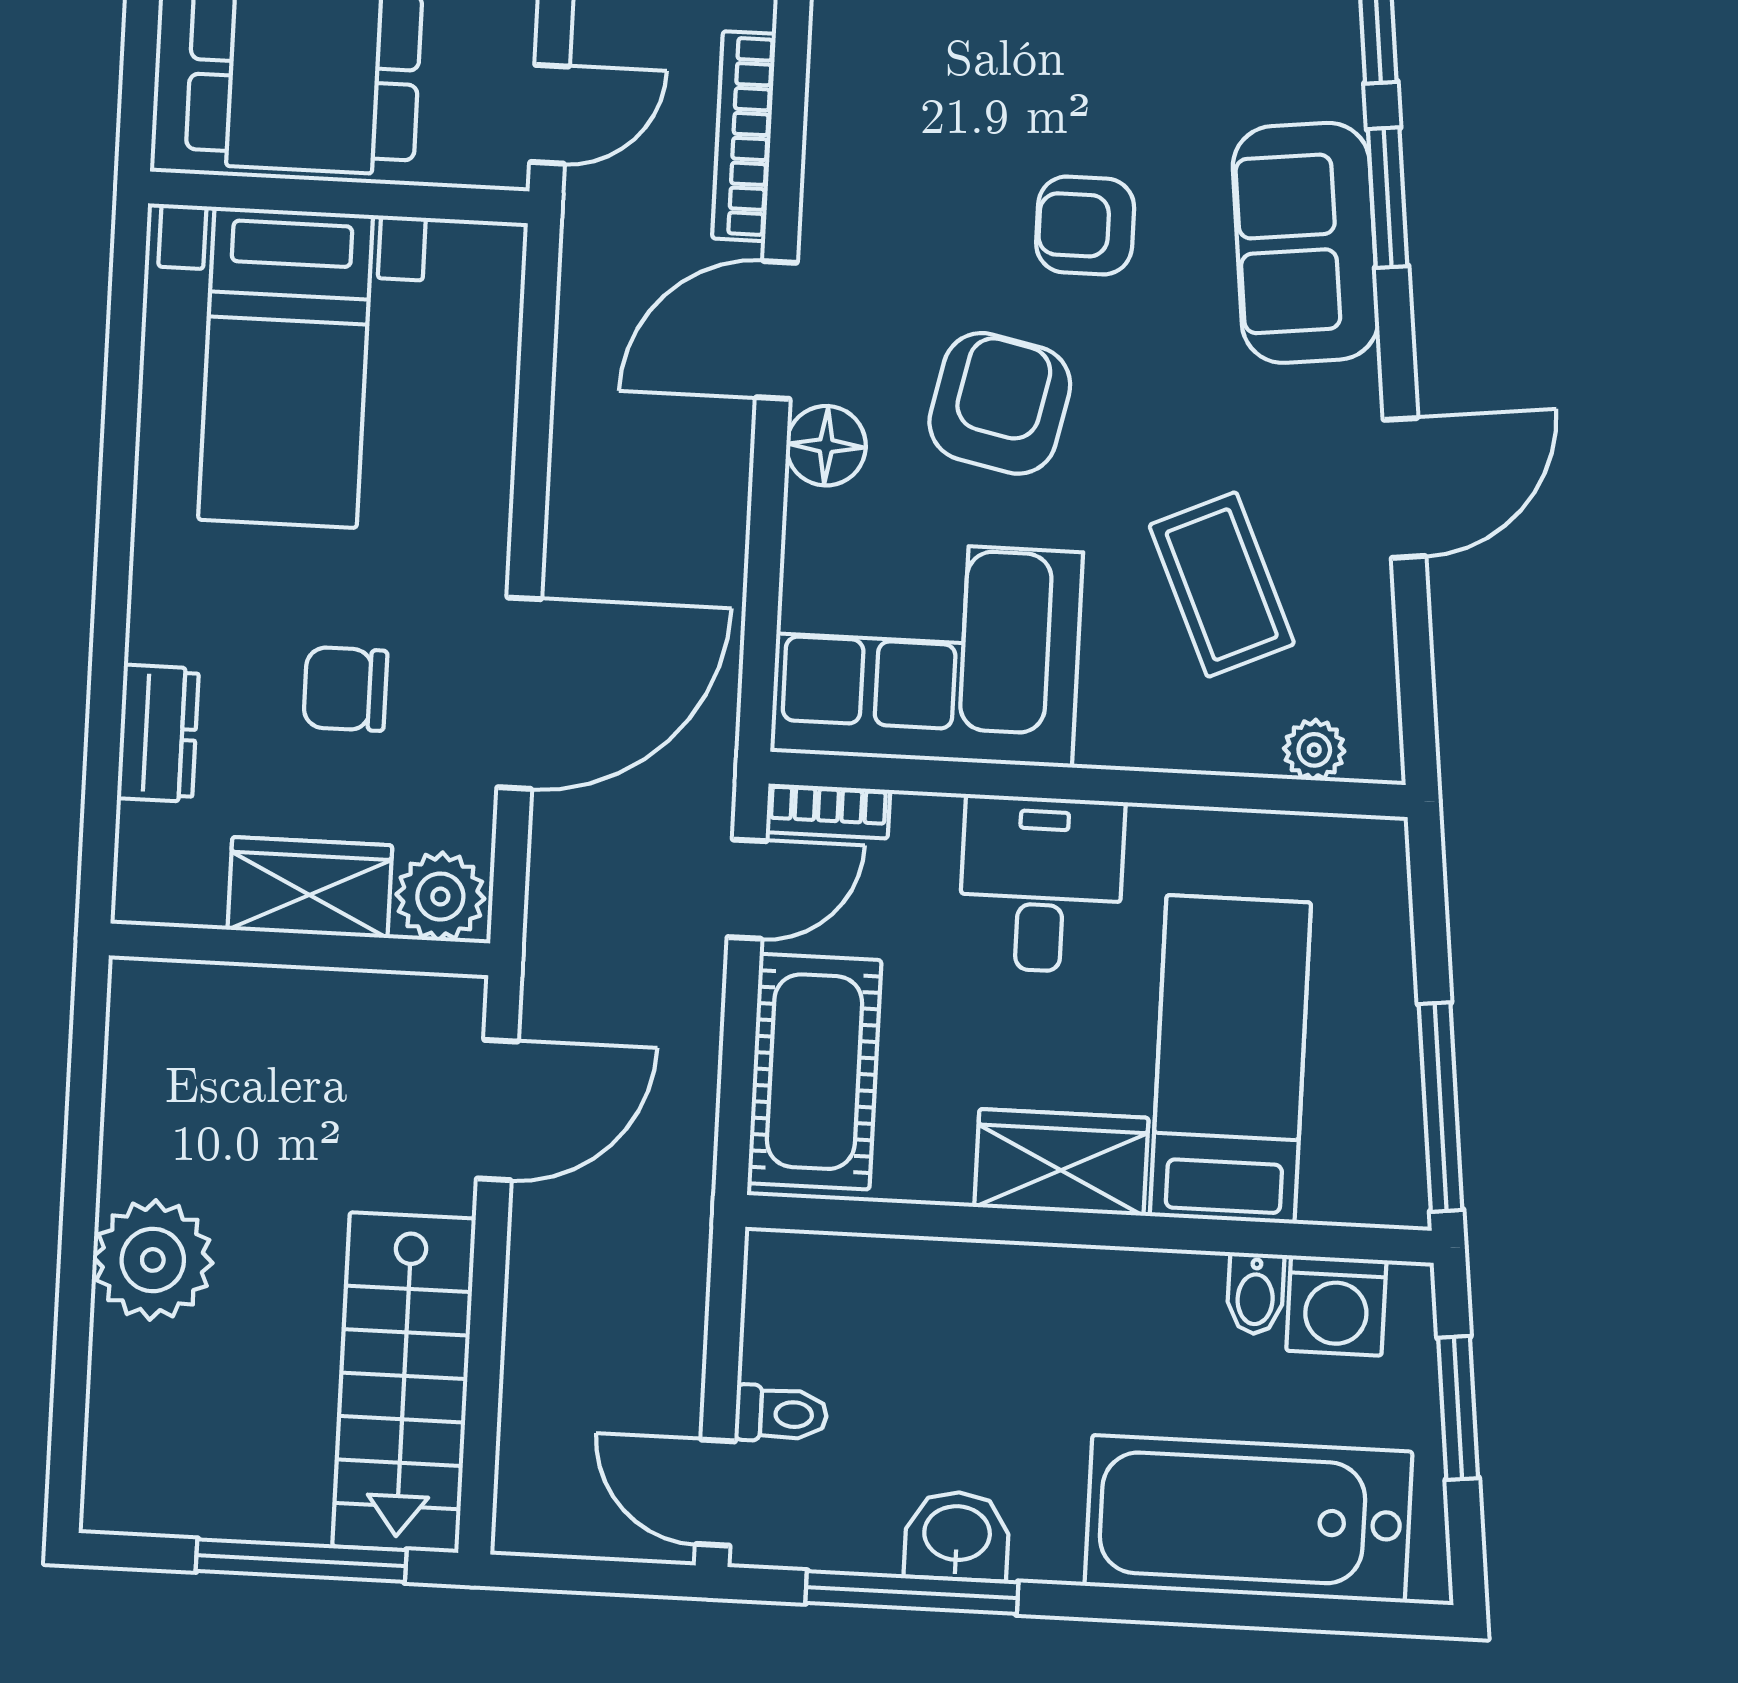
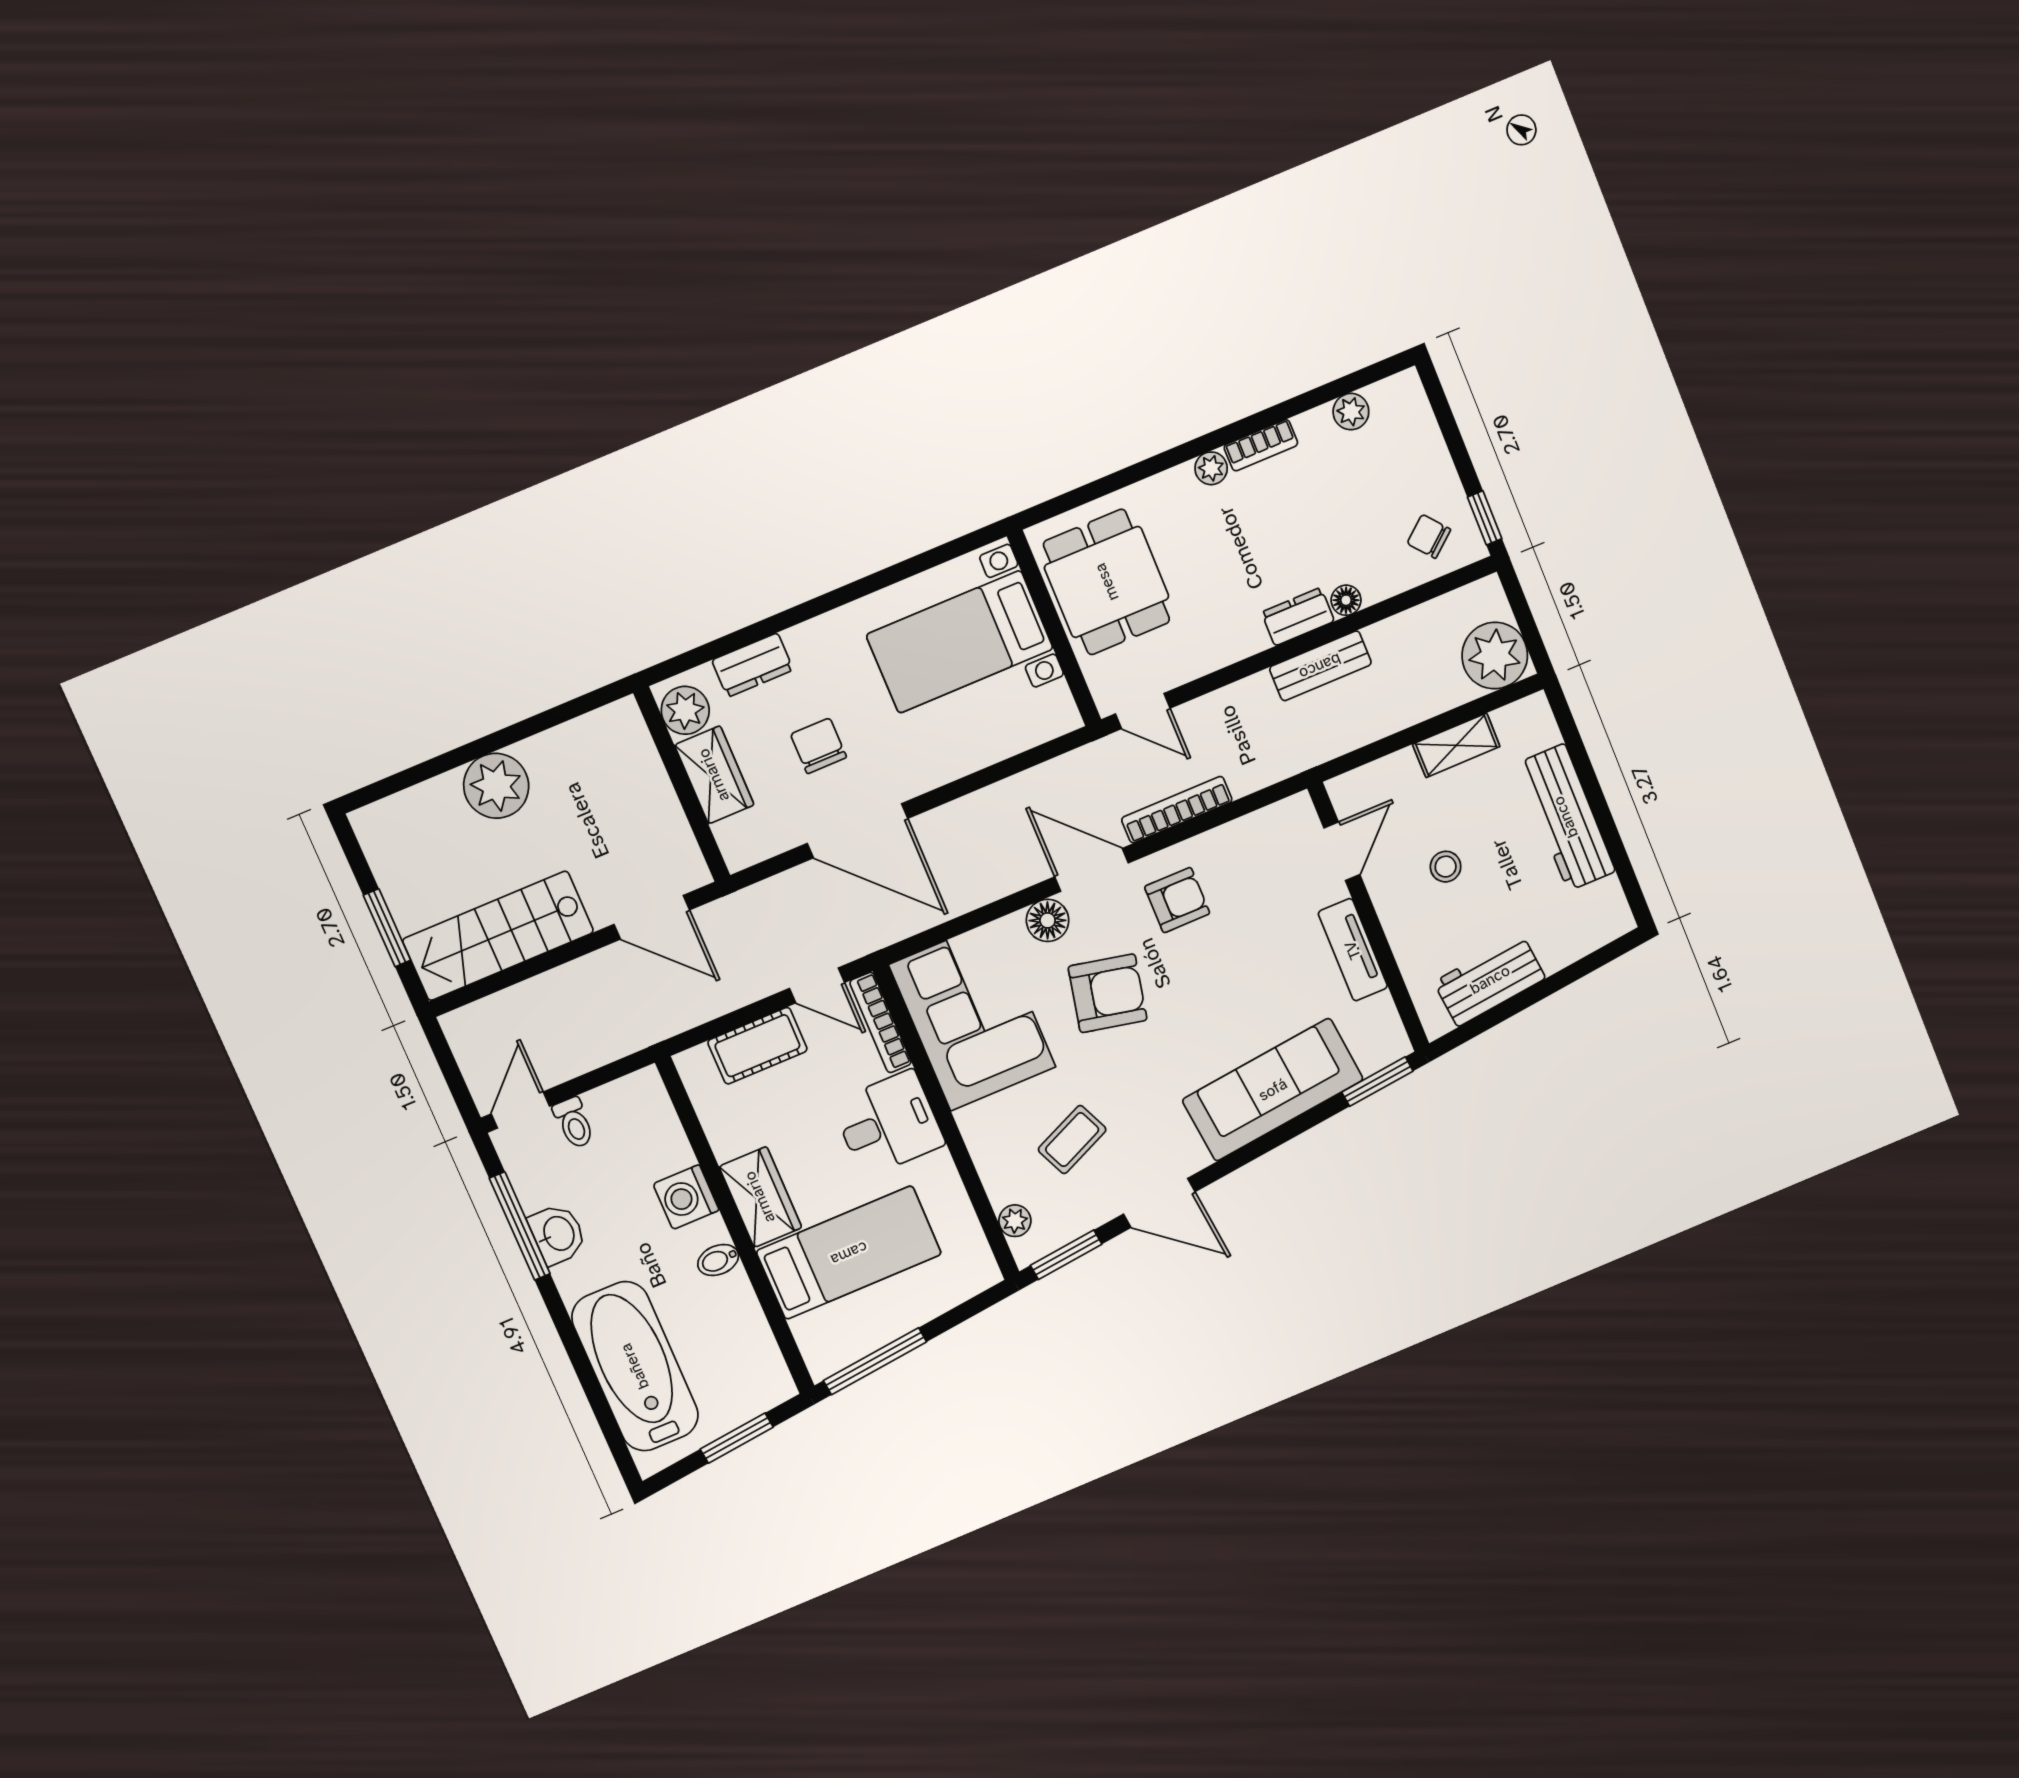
window: (1388, 198) -> (1066, 1255), moved
armchair: (1085, 225) -> (1177, 900), moved, turned 90
sofa: (1306, 243) -> (1273, 1090), width x1.36
coffee table: (1222, 585) -> (1072, 1140), width x0.73, depth x0.77
bookcase: (828, 811) -> (881, 1022), width x1.56
plant: (440, 897) -> (685, 710), moved
cot: (815, 1072) -> (757, 1046), width x0.73, depth x0.75
bidet: (1255, 1294) -> (718, 1260), moved
washing machine: (1336, 1306) -> (686, 1197), moved
window: (301, 1561) -> (387, 928), width x0.69

